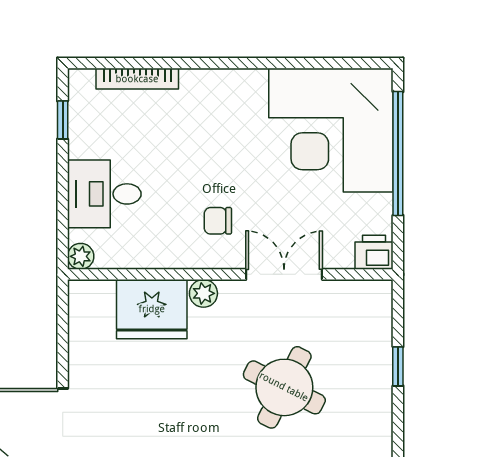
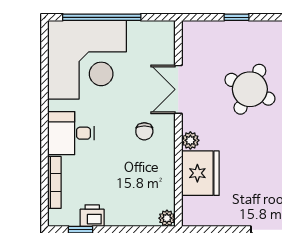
desk: (104, 194) -> (71, 133), moved, turned 90
printer: (374, 252) -> (92, 216), moved, turned 90

